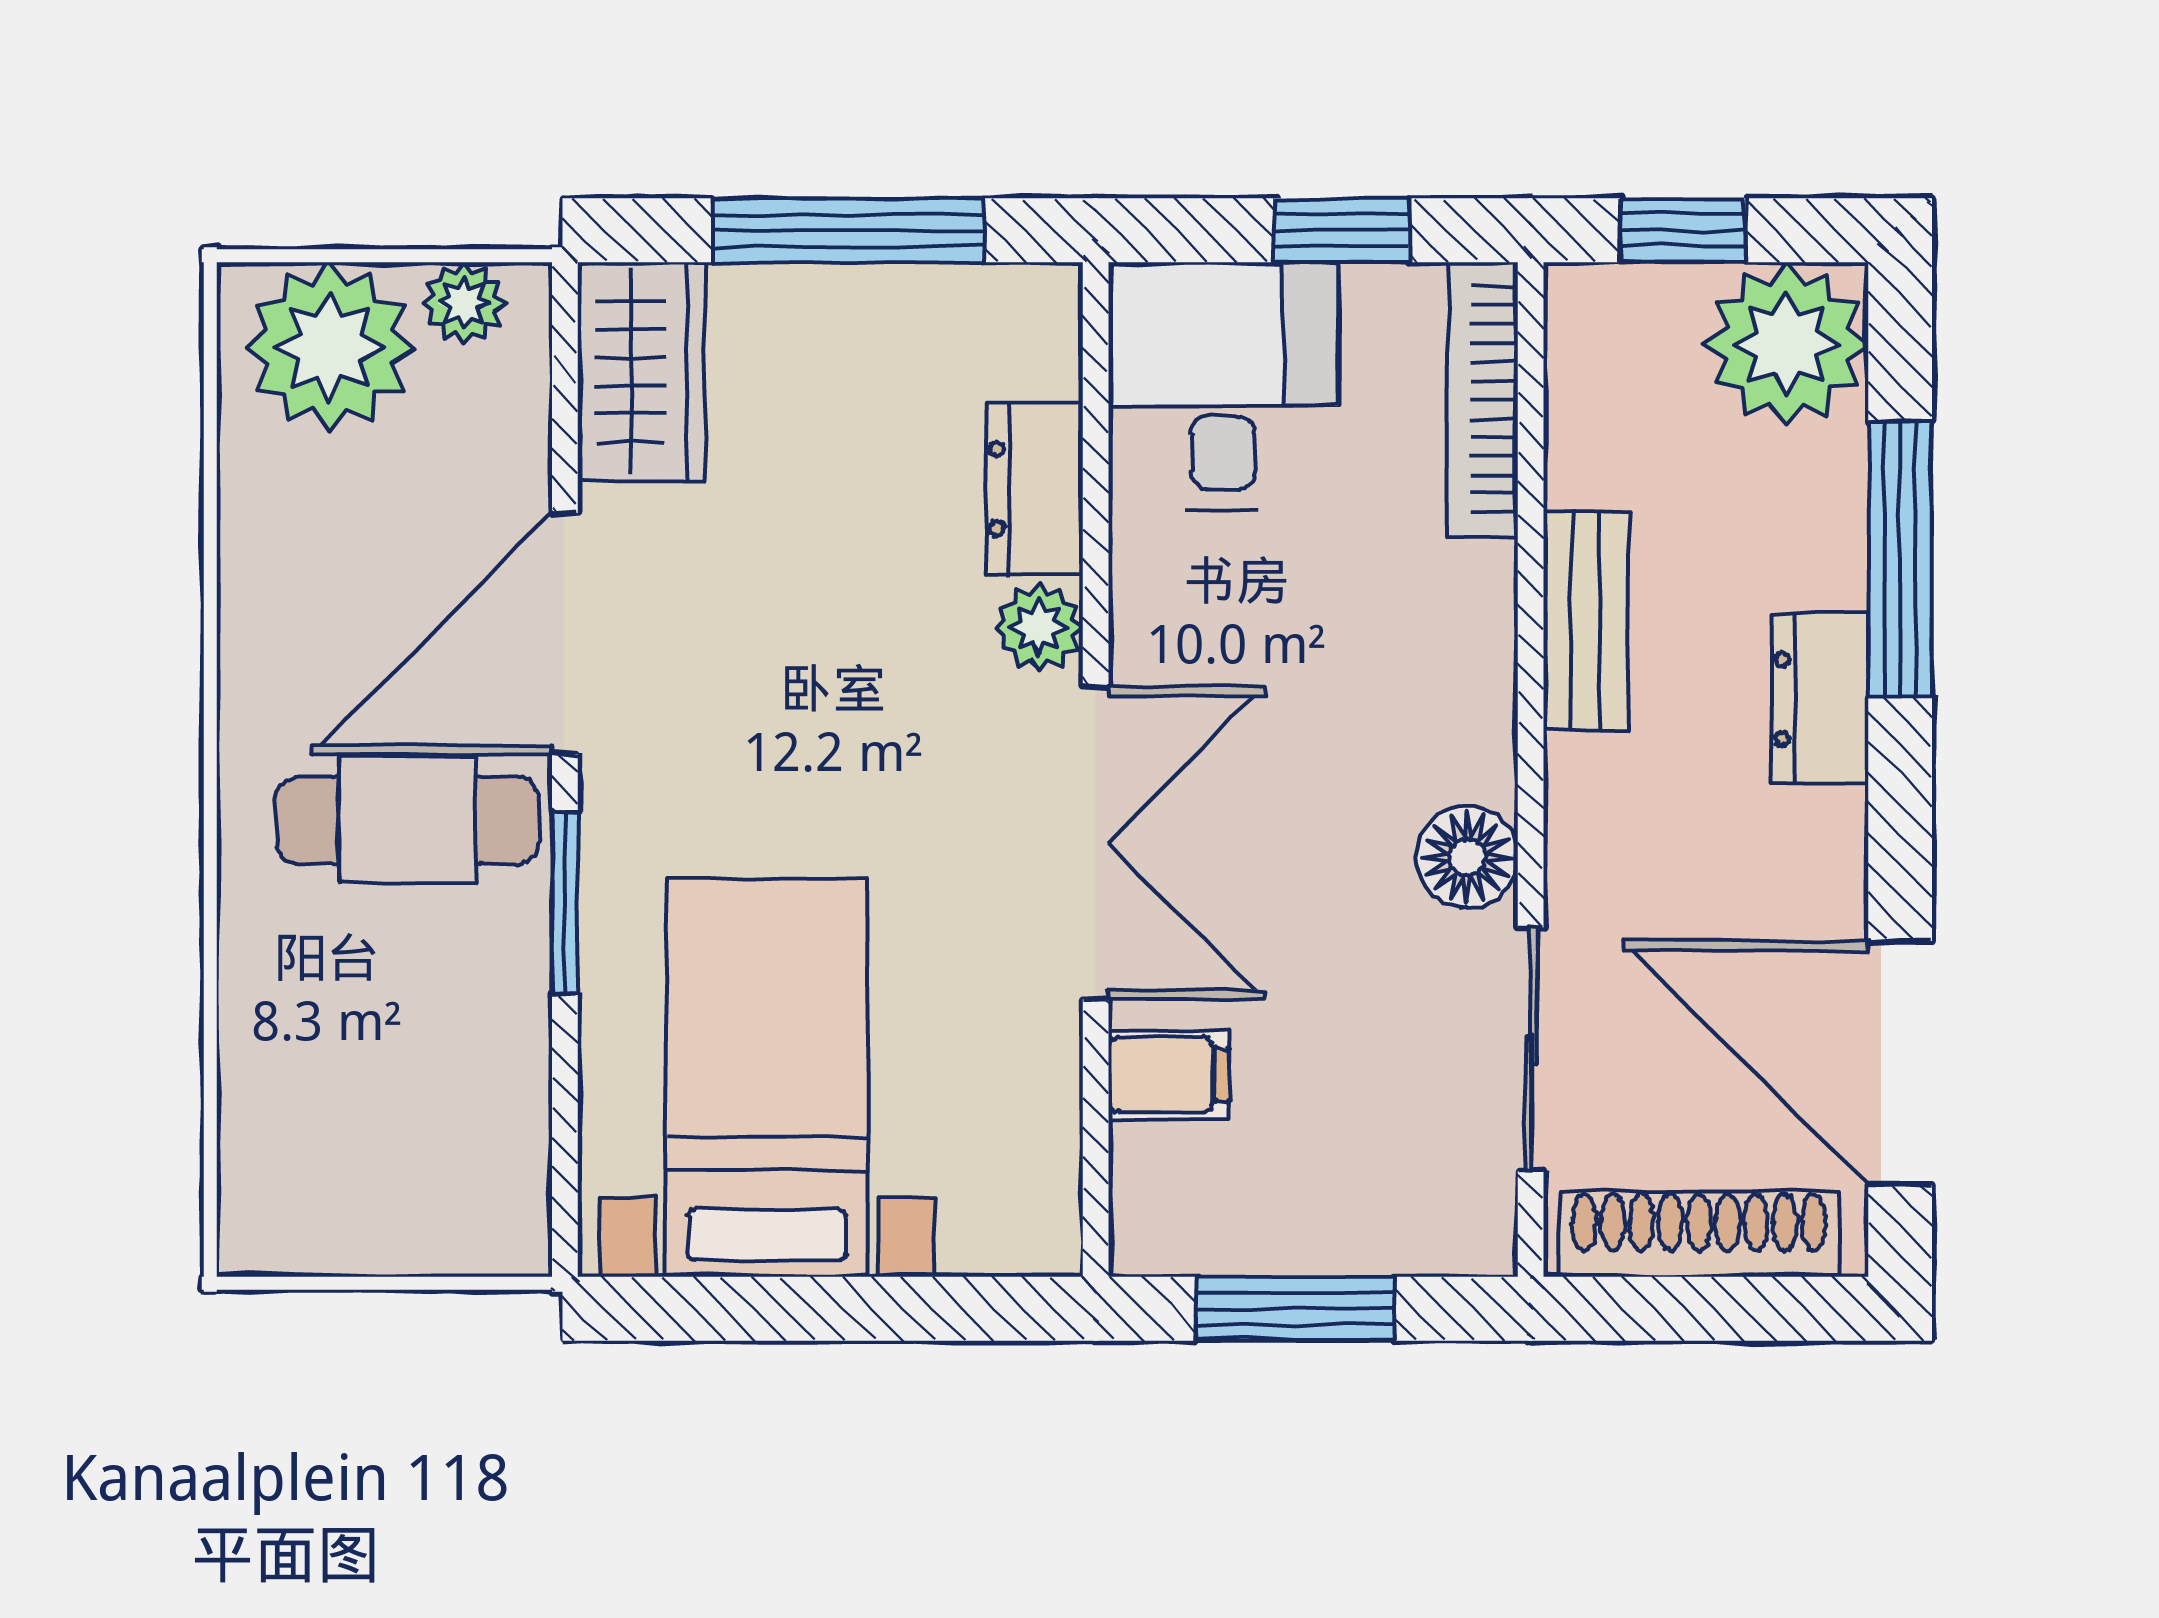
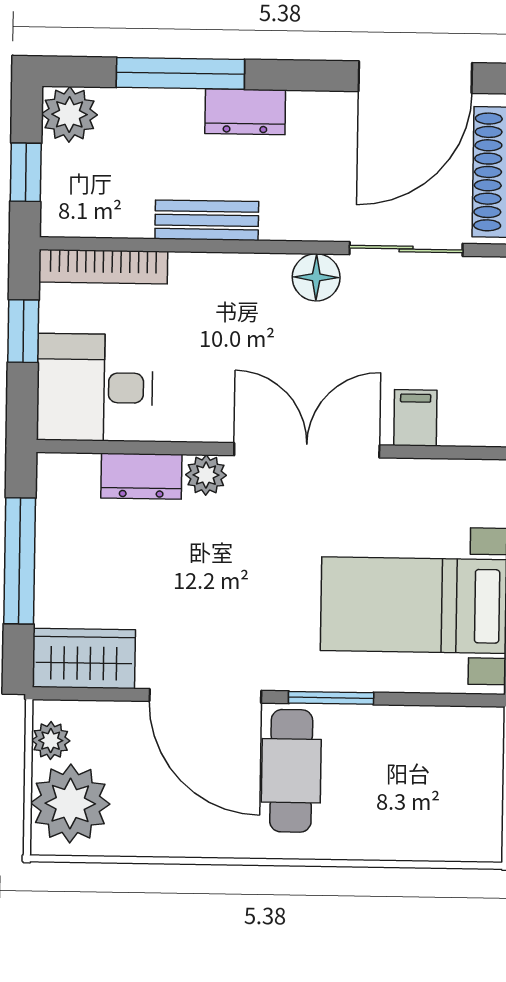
plant: (1787, 344) -> (69, 114), width x0.73, depth x0.73

